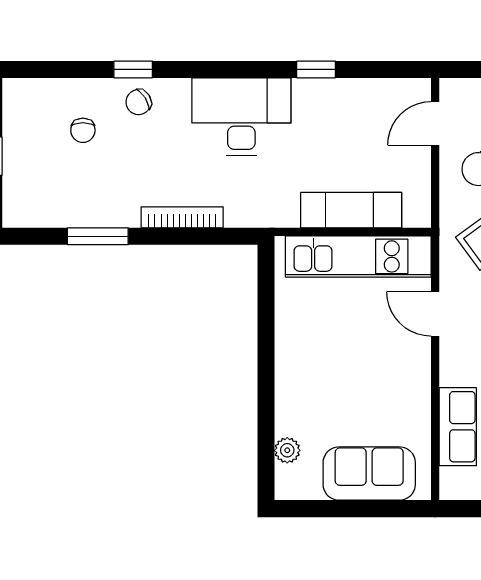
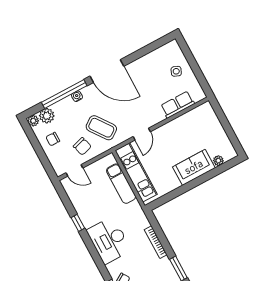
sofa: (369, 474) -> (194, 167), moved, turned 90

